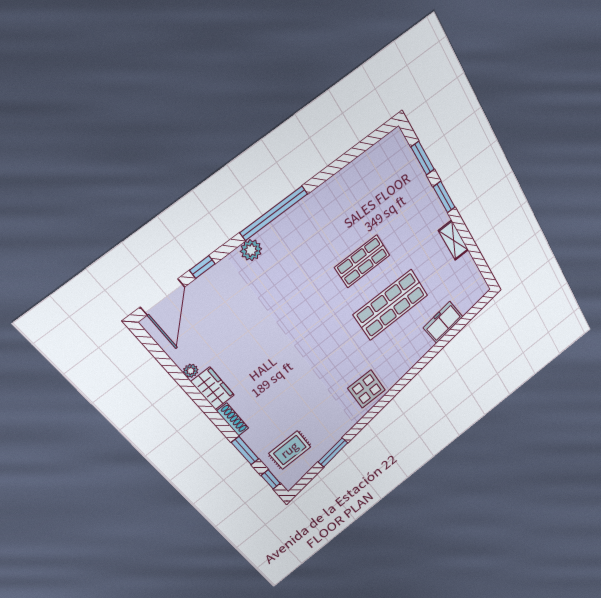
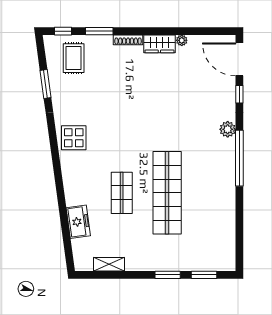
shelving: (454, 240) -> (109, 264), moved
shop shelf: (362, 261) -> (167, 193), width x2.00, depth x1.36
shop shelf: (391, 305) -> (122, 193), width x0.70, depth x0.74

